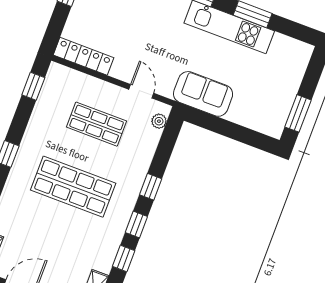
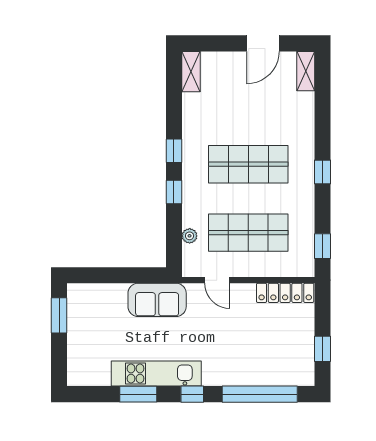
plant: (159, 121) -> (190, 236), moved
shop shelf: (97, 124) -> (248, 233), width x1.43, depth x1.36
window: (124, 259) -> (174, 113), removed

